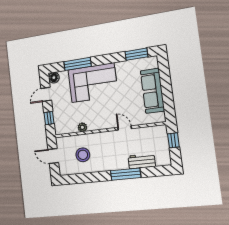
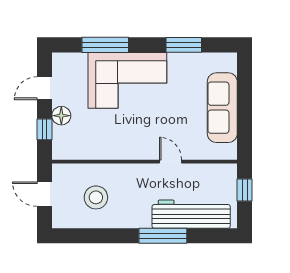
window: (136, 54) -> (184, 45), moved
floor lamp: (54, 78) -> (61, 116), moved
plant: (82, 127) -> (101, 152), removed
workbench: (142, 161) -> (191, 214), width x1.88, depth x1.32

